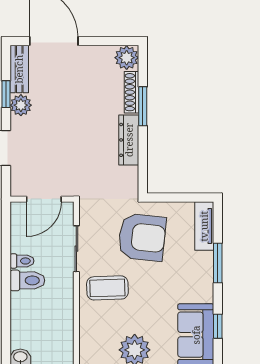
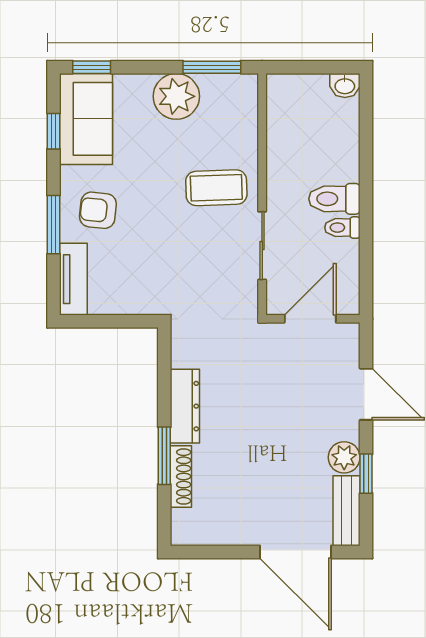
plant: (127, 58) -> (188, 527), removed
armchair: (142, 237) -> (98, 210), moved, width x0.53, depth x0.53

